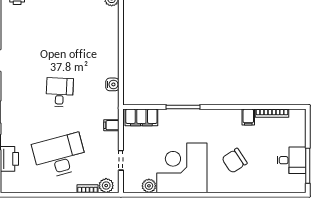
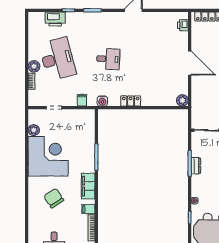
locker: (112, 64) -> (131, 101), added
water cooler: (112, 84) -> (102, 101), moved
filing cabinet: (141, 117) -> (88, 186), moved
plant: (106, 186) -> (34, 66), moved

